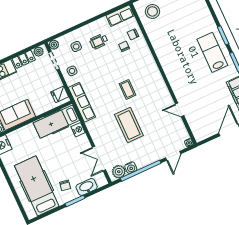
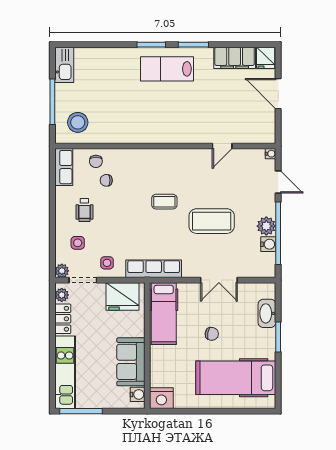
fridge: (60, 94) -> (122, 296), width x1.88, depth x1.34
nightstand: (78, 130) -> (187, 290), removed
double door: (99, 159) -> (219, 280), moved
plant: (119, 172) -> (266, 226), moved
chair: (65, 185) -> (212, 334), moved

